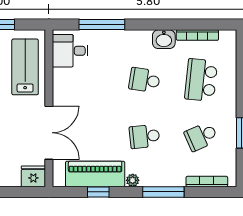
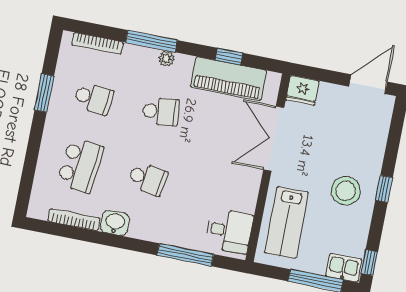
school desk: (201, 136) -> (93, 98), turned 30
plant: (133, 180) -> (166, 59), moved

